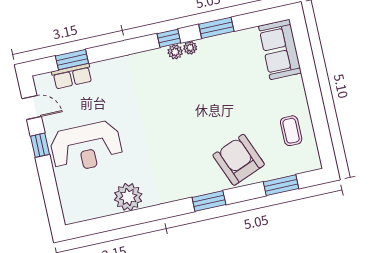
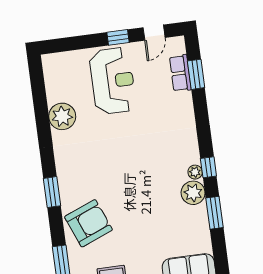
plant: (190, 48) -> (193, 193), width x1.88, depth x1.88
reception desk: (86, 147) -> (113, 81), turned 180

